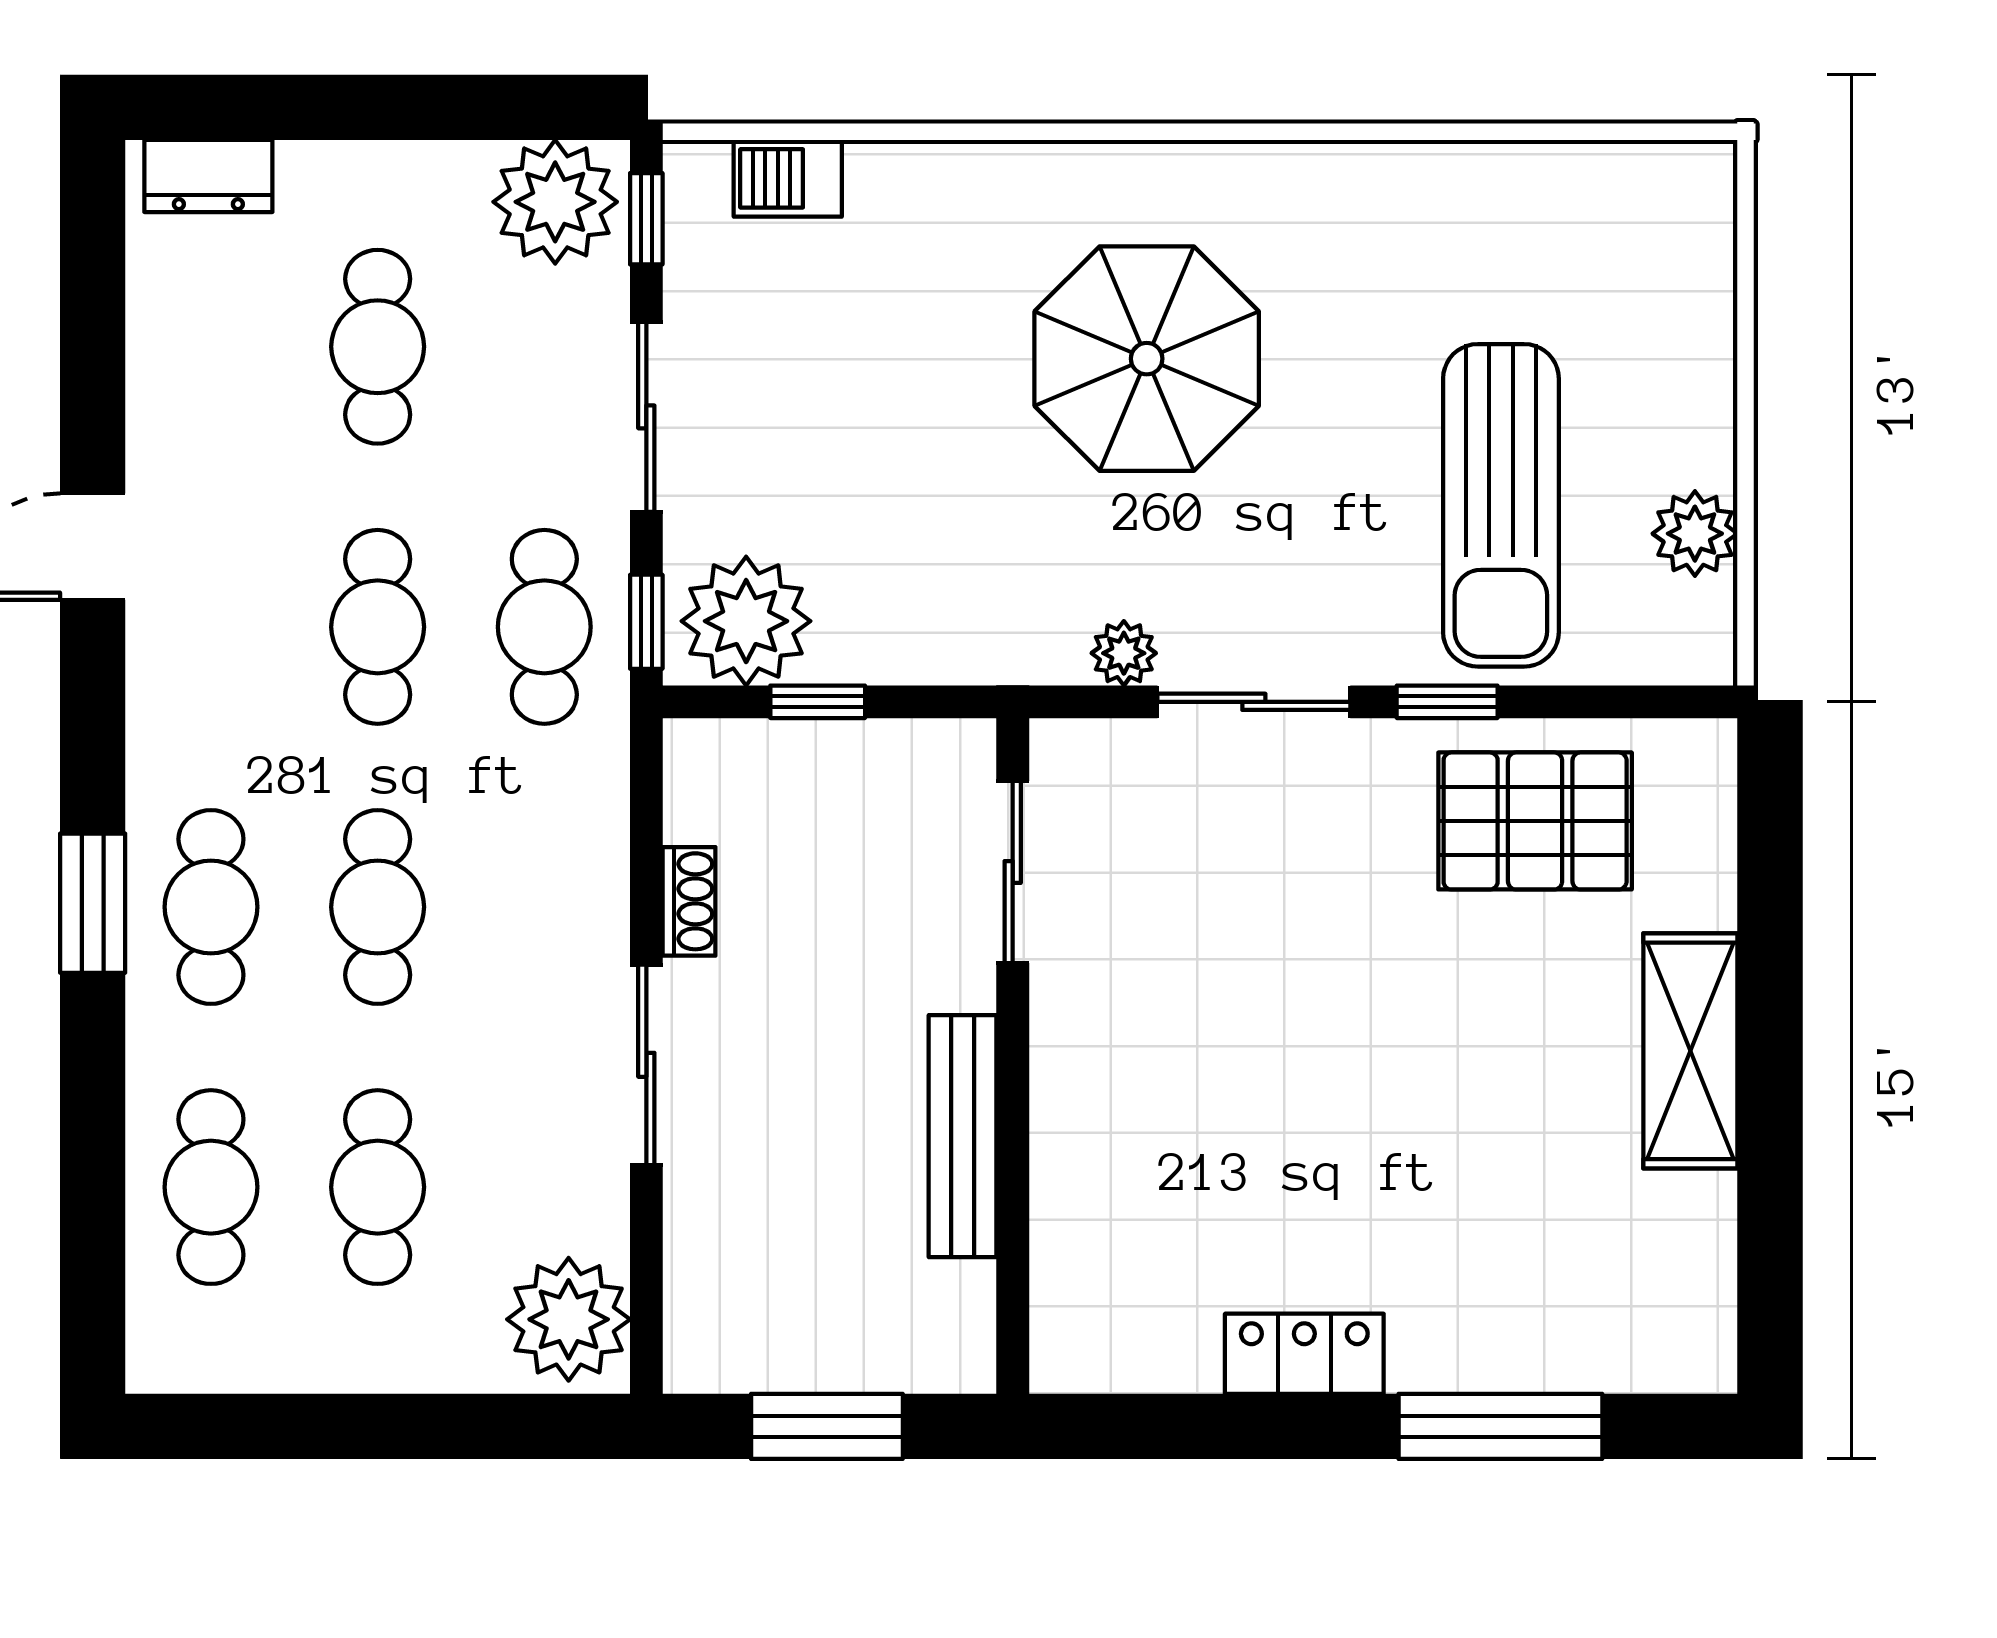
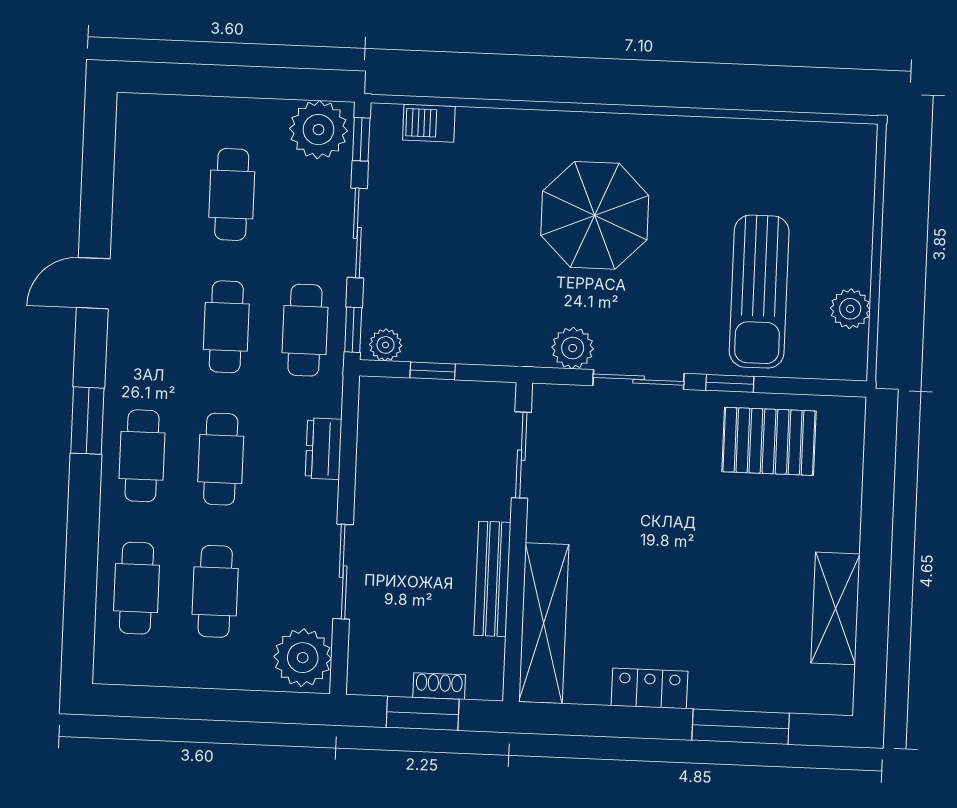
dresser: (208, 176) -> (323, 449), moved, turned 90
plant: (746, 621) -> (386, 345), width x0.53, depth x0.53
plant: (1124, 653) -> (573, 348), width x1.38, depth x1.38
shoe rack: (689, 901) -> (439, 686), moved, turned -90
window: (93, 903) -> (87, 421), moved
shelving: (1690, 1051) -> (835, 608), moved
sliding door: (646, 1065) -> (343, 572), moved
shelving: (1075, 1225) -> (544, 623), added

